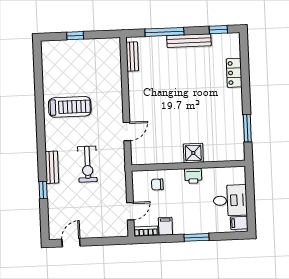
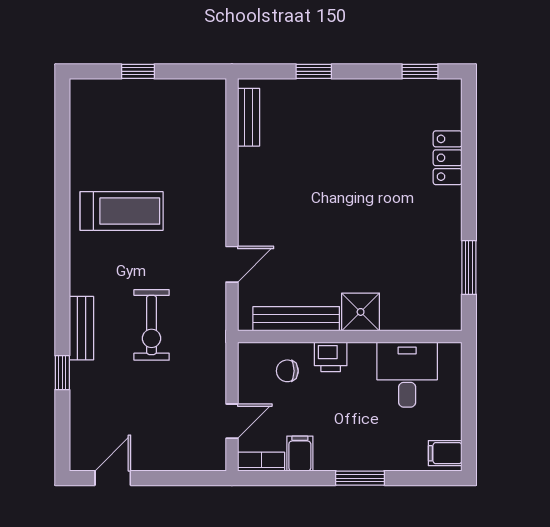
window: (164, 32) -> (314, 71), width x0.46
bench: (189, 41) -> (296, 319), moved
printer: (193, 176) -> (331, 357), moved
desk: (230, 200) -> (407, 375), moved, turned -90

